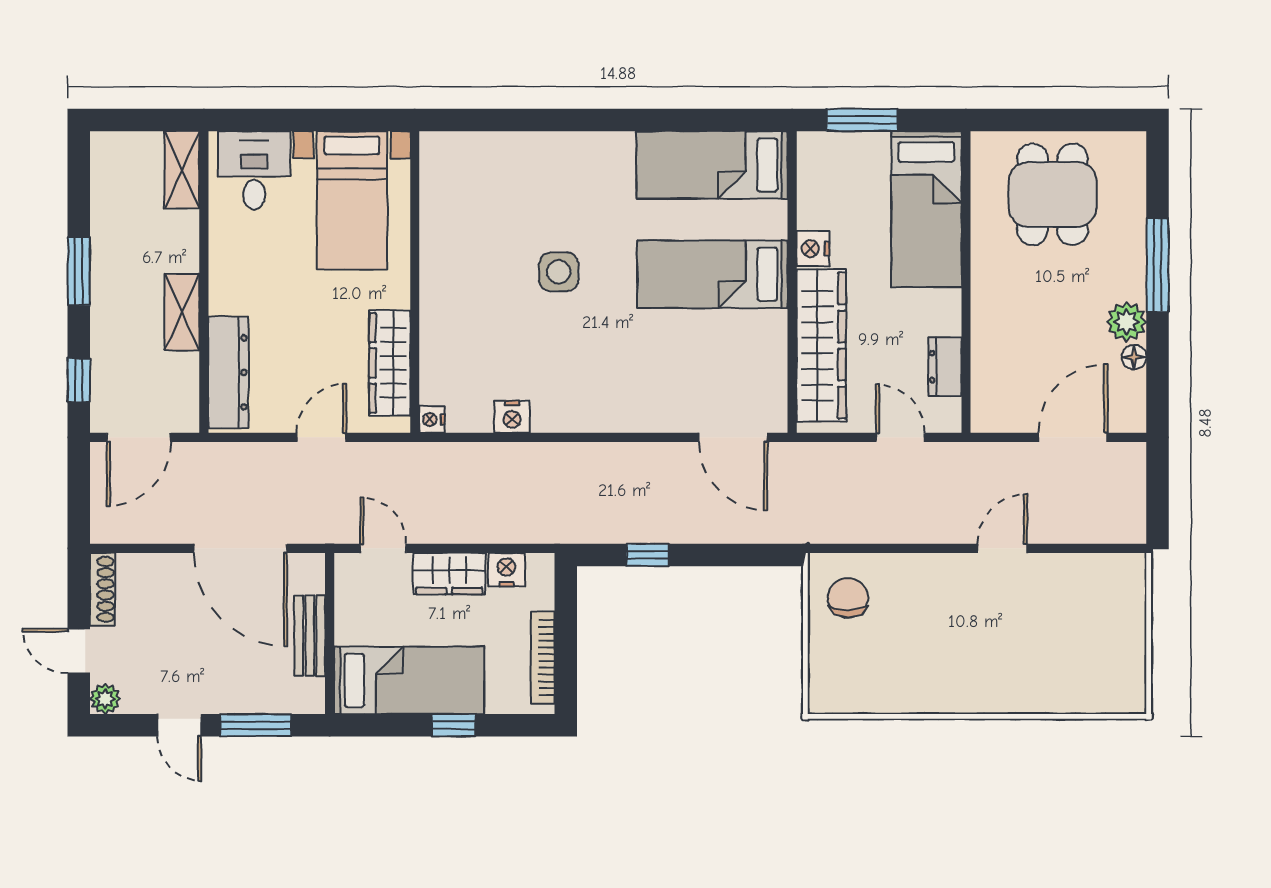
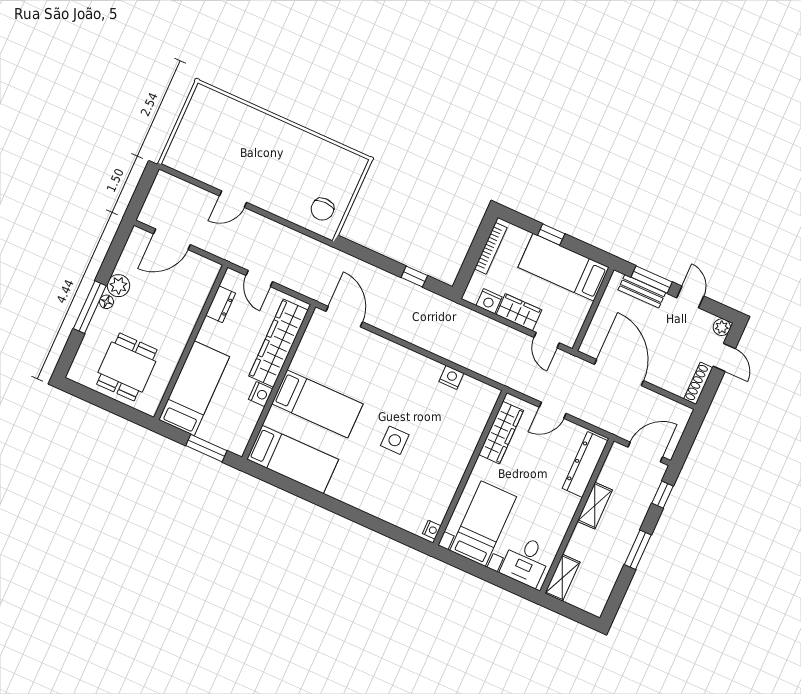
floor lamp: (1134, 357) -> (106, 302), moved
nightstand: (432, 419) -> (432, 530), moved
bench: (310, 636) -> (642, 291), moved, turned 90

